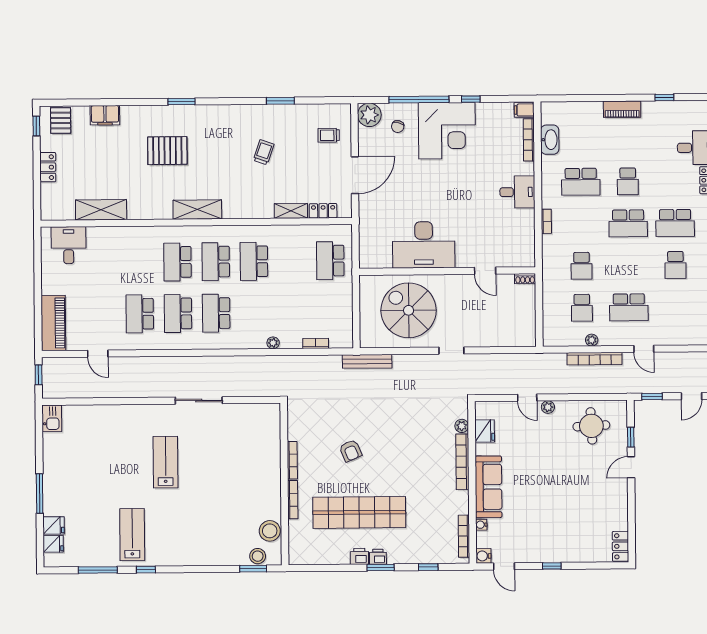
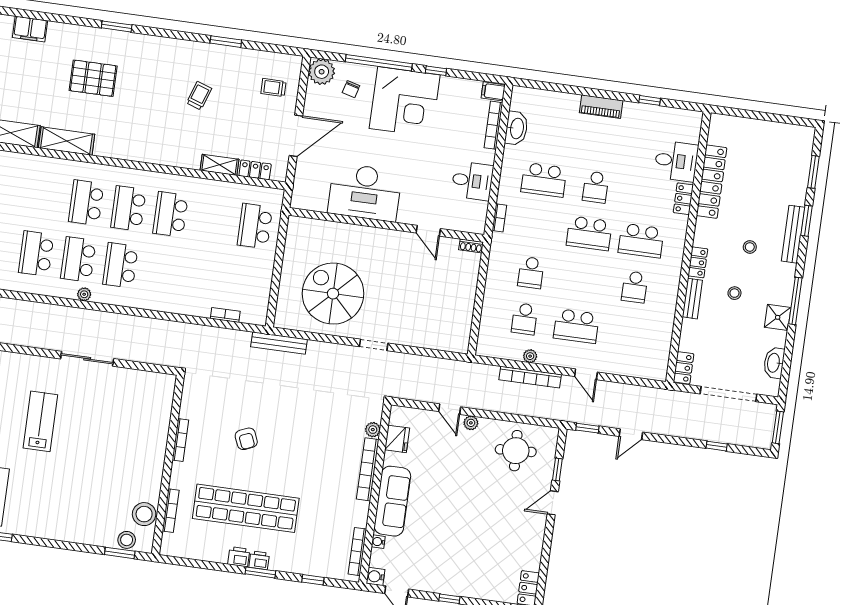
shelving: (197, 209) -> (67, 141), moved
desk: (424, 245) -> (365, 192), moved
wall: (447, 271) -> (386, 225), moved
door: (485, 271) -> (428, 231), moved
shoe rack: (525, 279) -> (471, 246), moved
plant: (273, 343) -> (84, 294), moved
bookcase: (293, 500) -> (171, 511), moved

